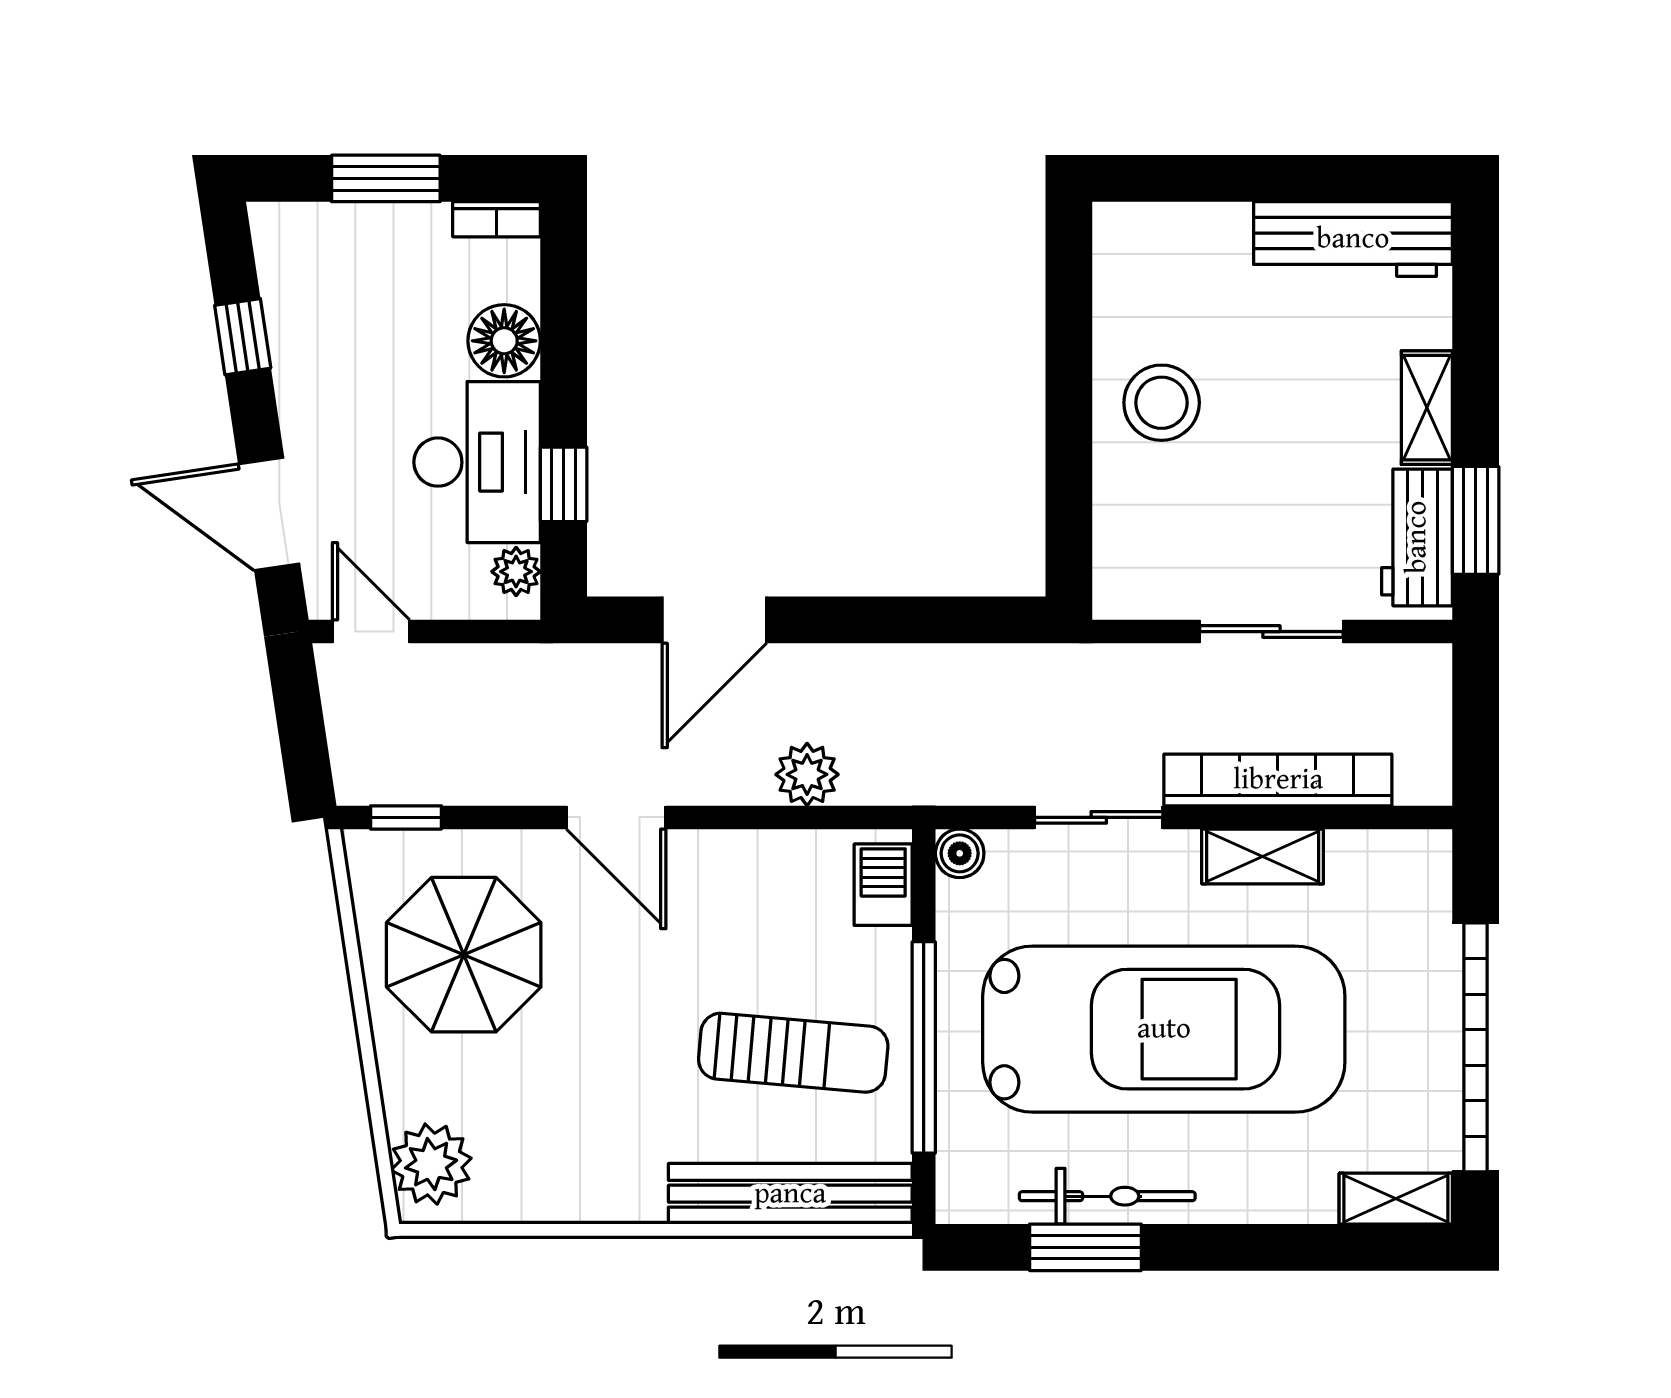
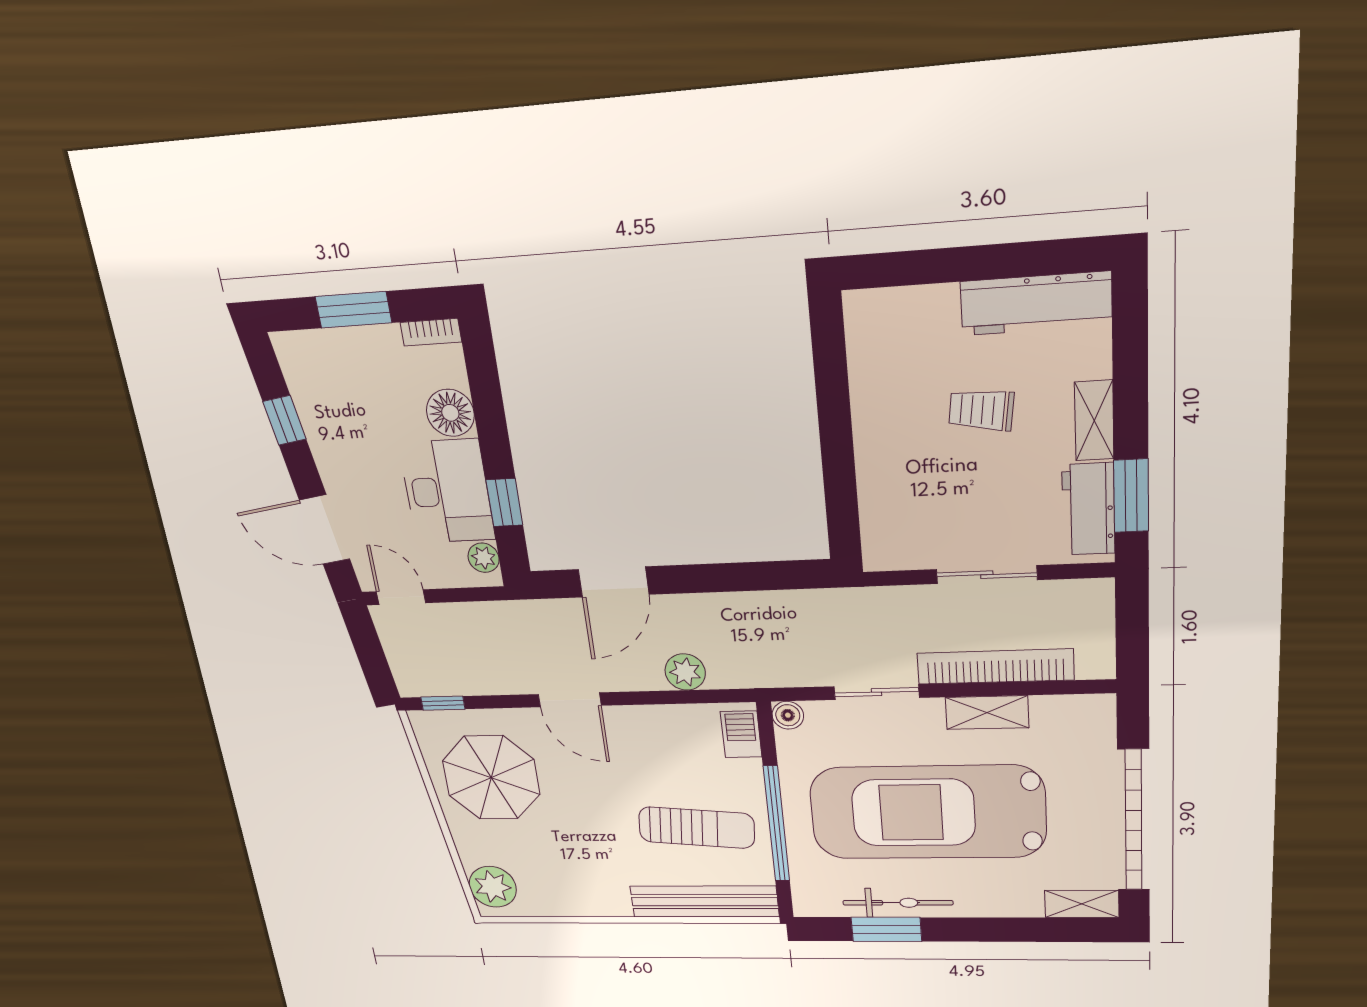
trolley: (1274, 383) -> (981, 410), added
stool: (1162, 403) -> (901, 428), removed
car: (1164, 1029) -> (927, 812), turned 180

